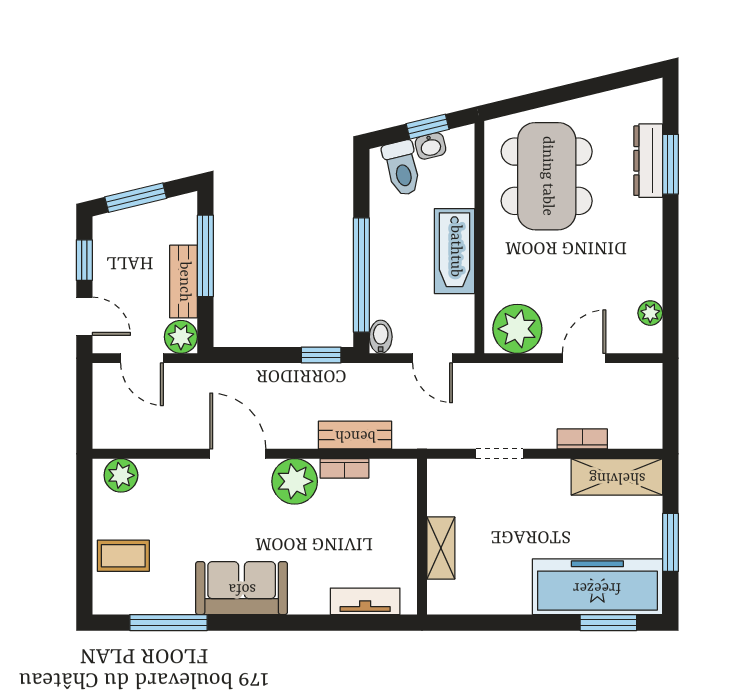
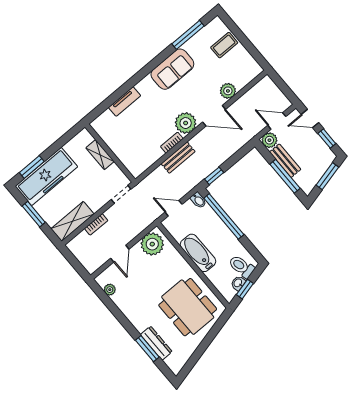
plant: (121, 475) -> (228, 91), moved
wall: (422, 537) -> (110, 153), moved
shelving: (441, 548) -> (100, 155), moved

